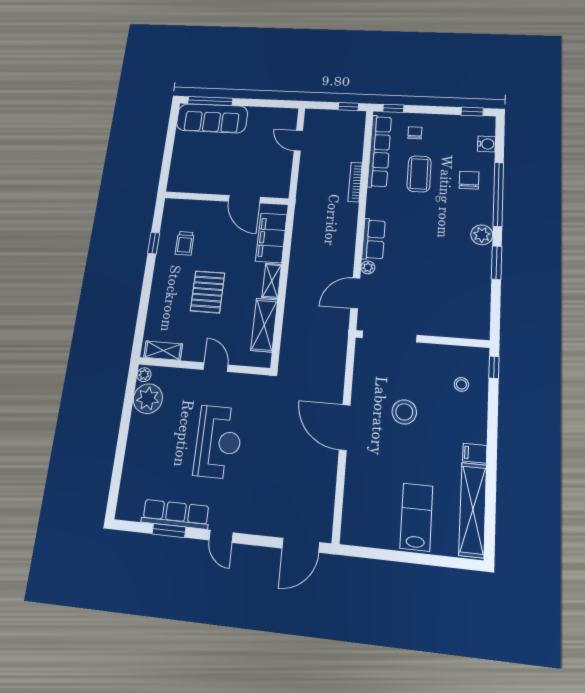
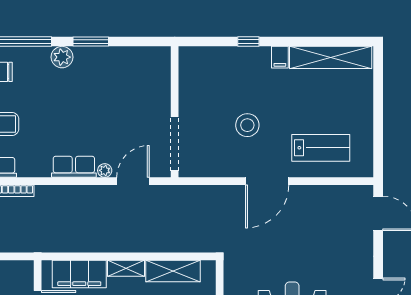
door: (355, 293) -> (133, 181), swing flipped
window: (494, 367) -> (248, 42), moved
stool: (461, 384) -> (216, 72), removed
lab bench: (416, 517) -> (321, 148), moved, turned 180

